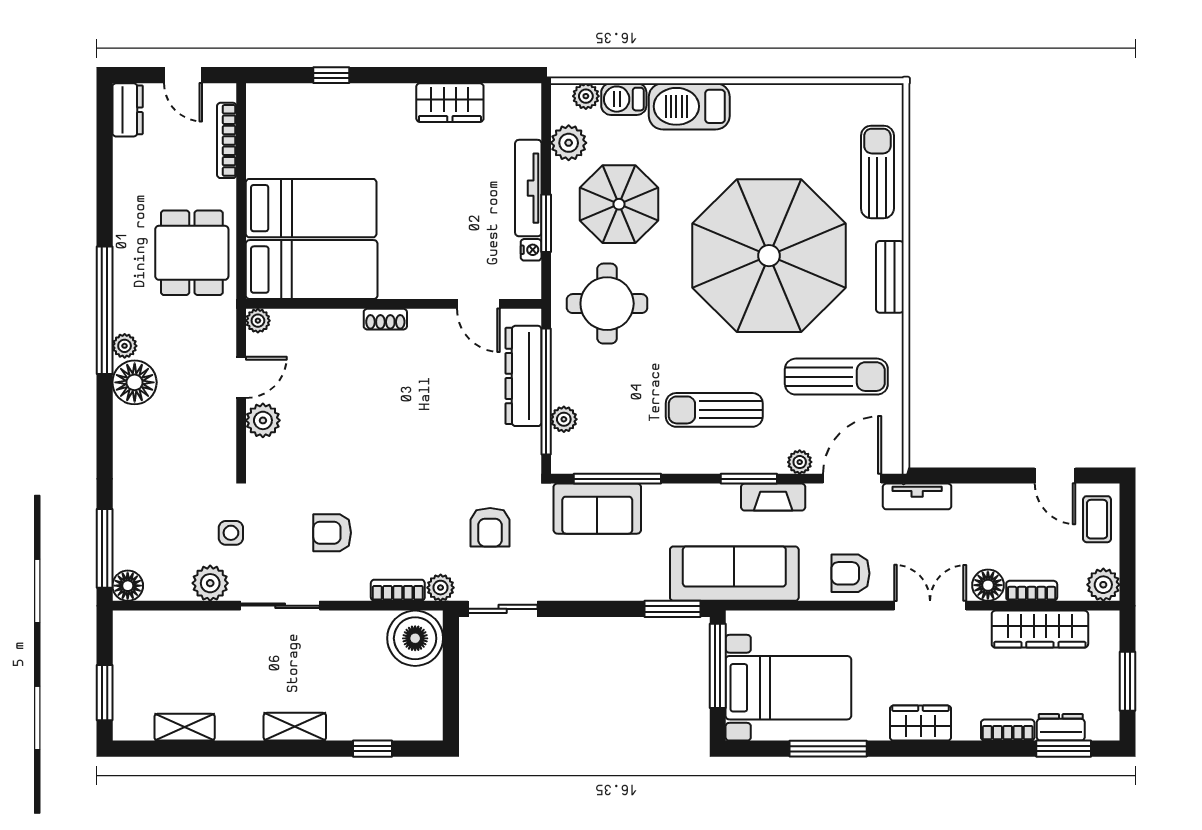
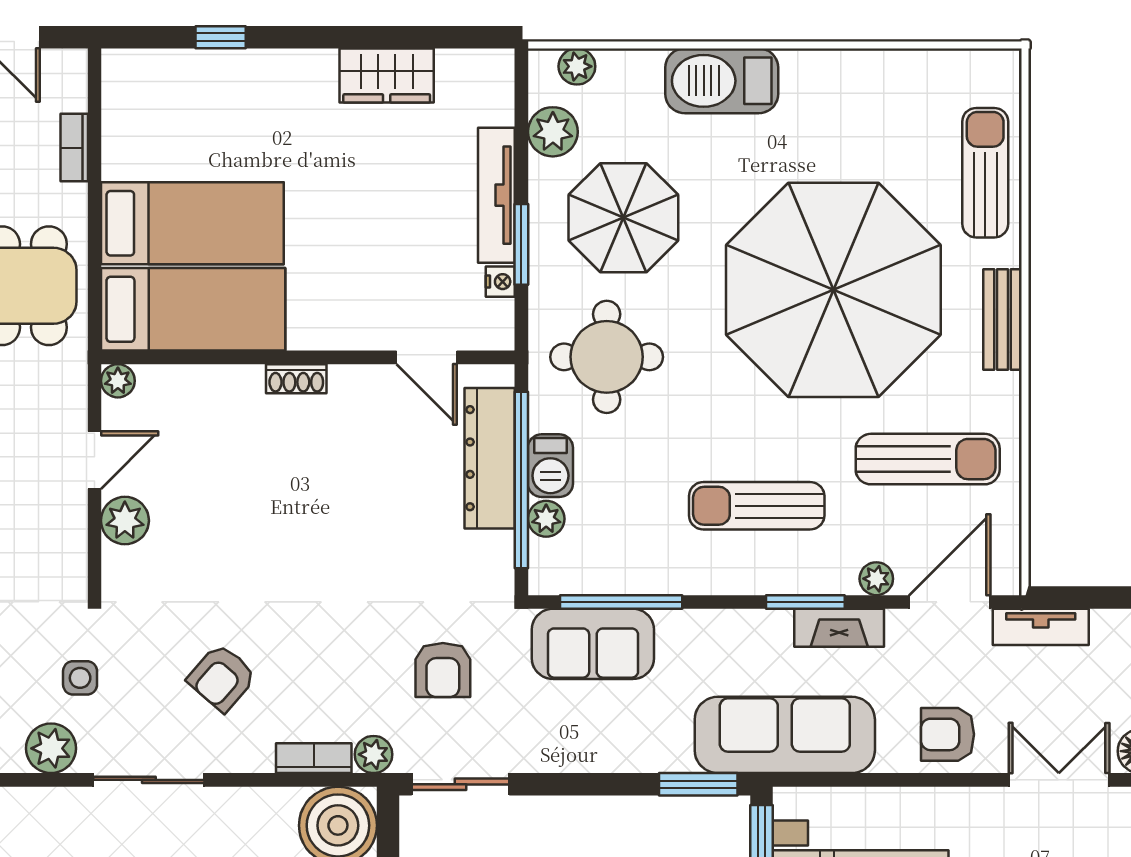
barbecue: (624, 99) -> (550, 466), moved, turned -90
bookcase: (227, 140) -> (74, 148), width x0.64
armchair: (332, 533) -> (222, 678), turned -49

